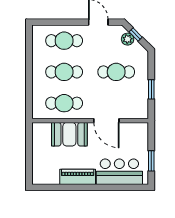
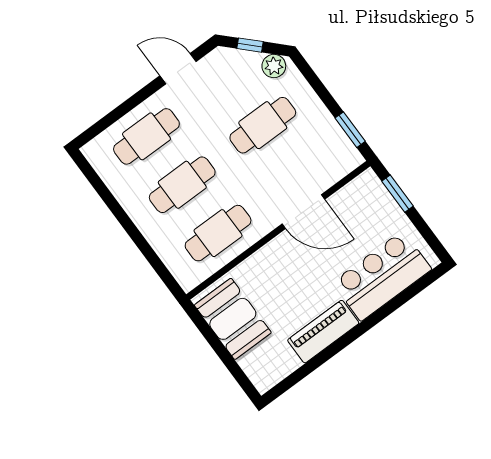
plant: (128, 39) -> (274, 66), moved
window: (151, 89) -> (350, 130), moved
booth: (69, 134) -> (233, 319), moved, turned 90
window: (151, 161) -> (397, 194), moved

